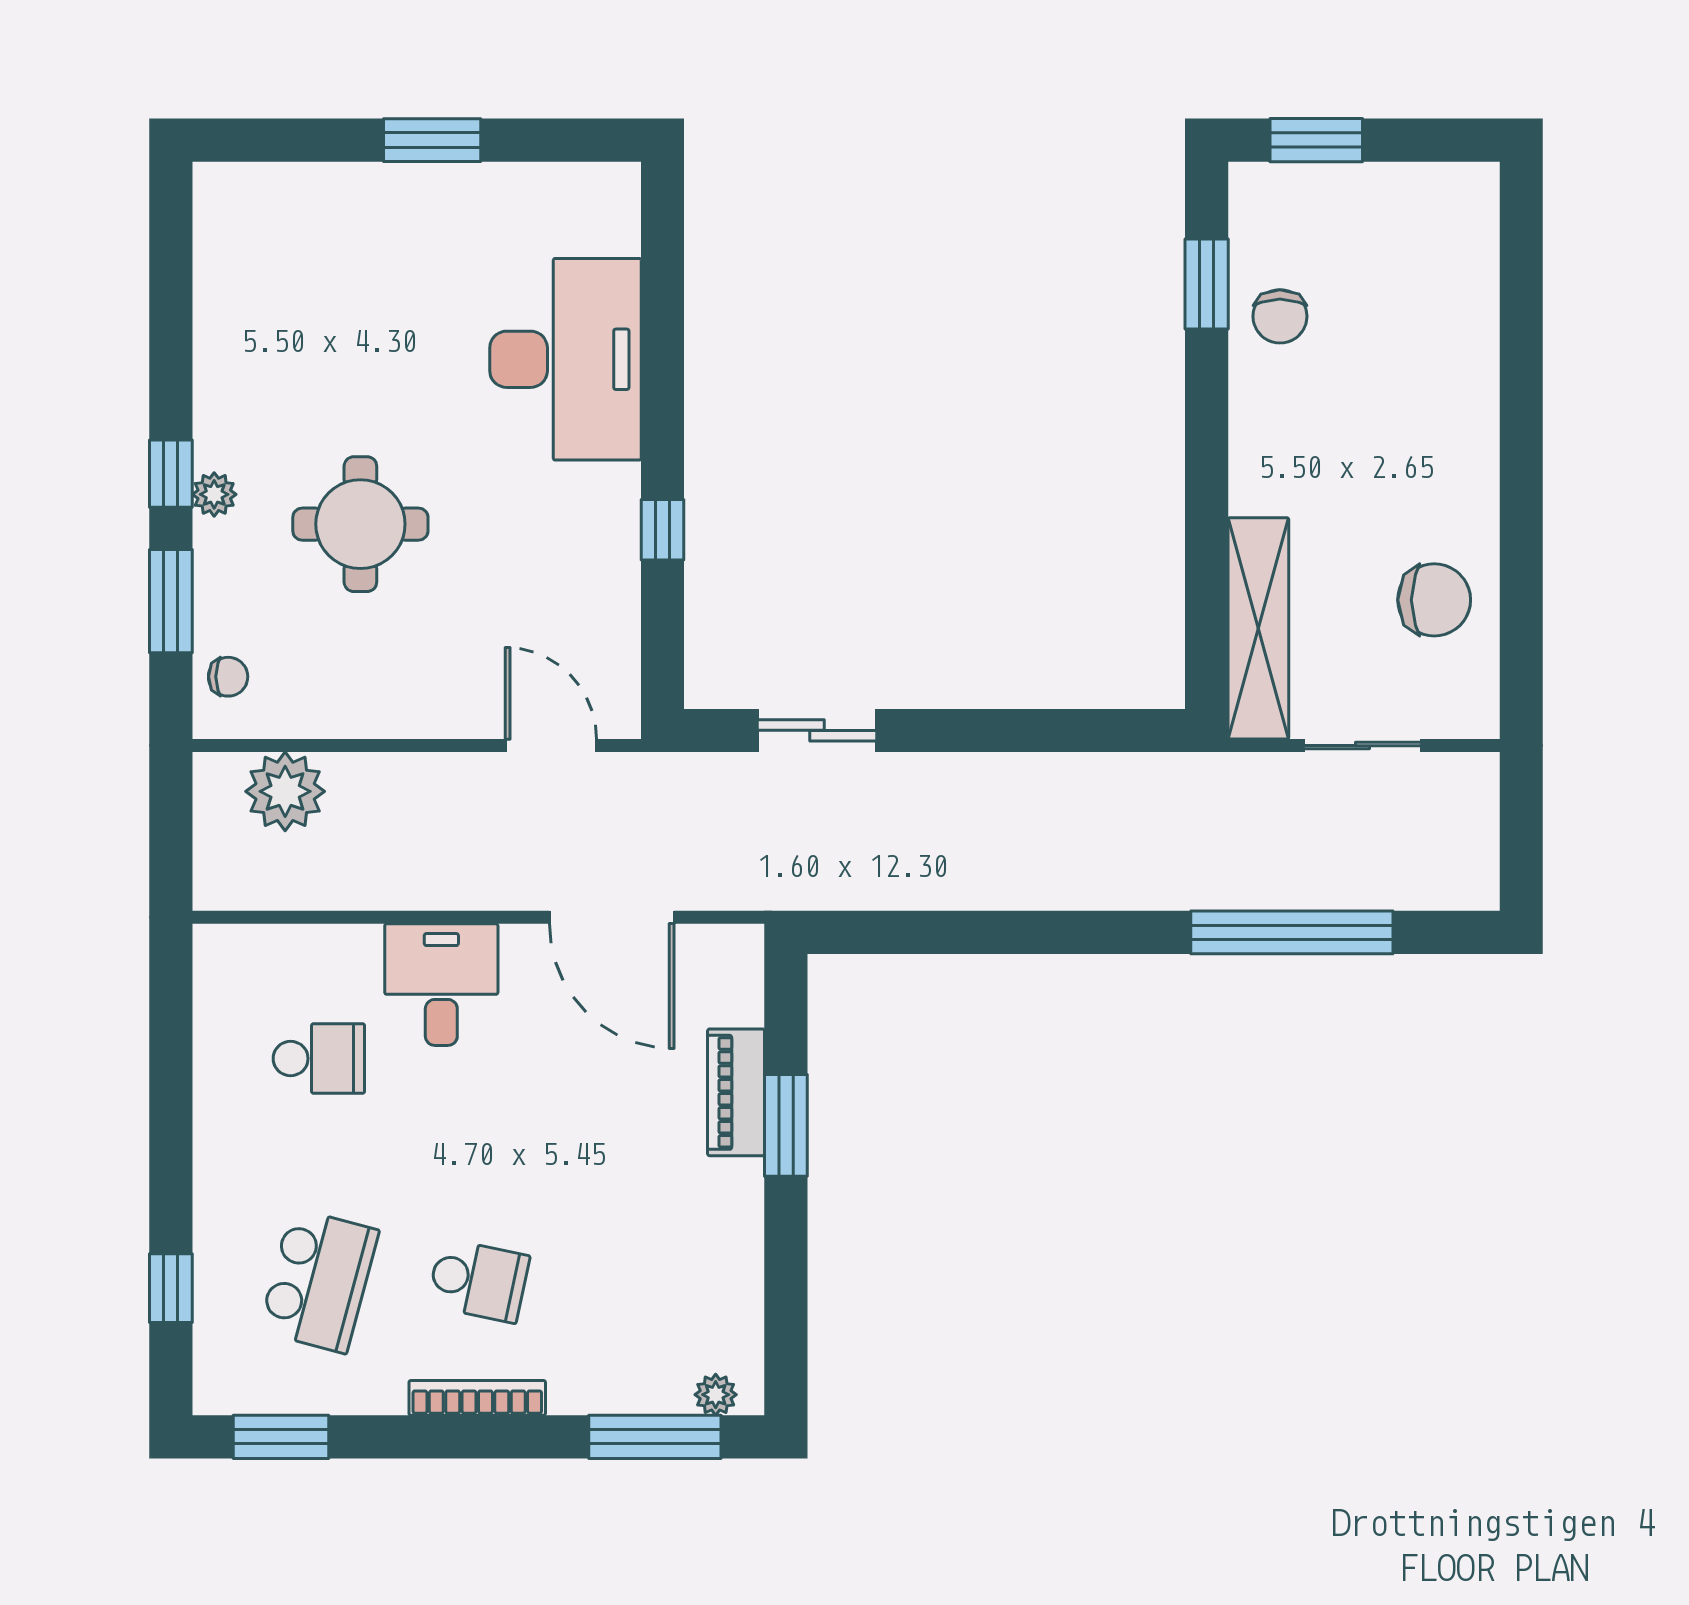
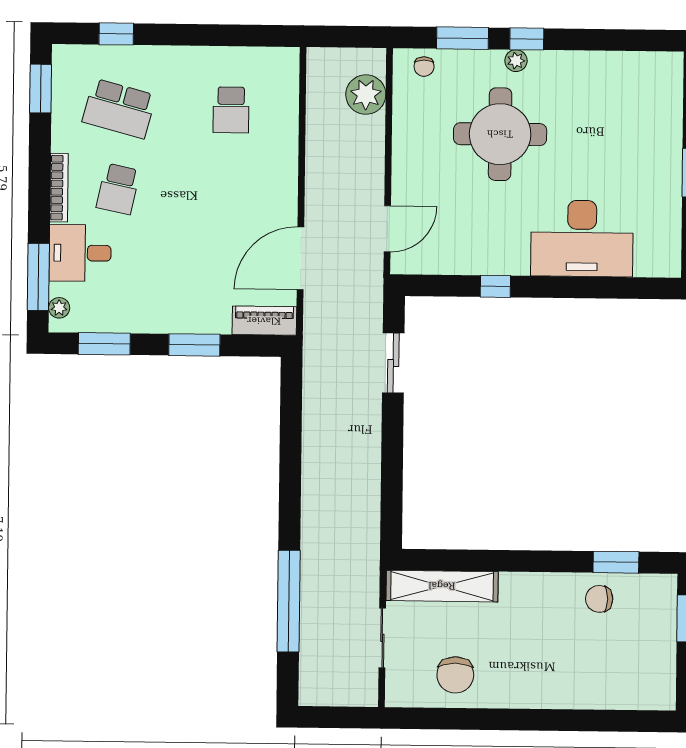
round table: (360, 524) -> (500, 134), width x1.36, depth x1.36
desk: (441, 985) -> (80, 253), moved, turned 180
piano: (736, 1092) -> (264, 321), moved
window: (786, 1304) -> (104, 344), added

